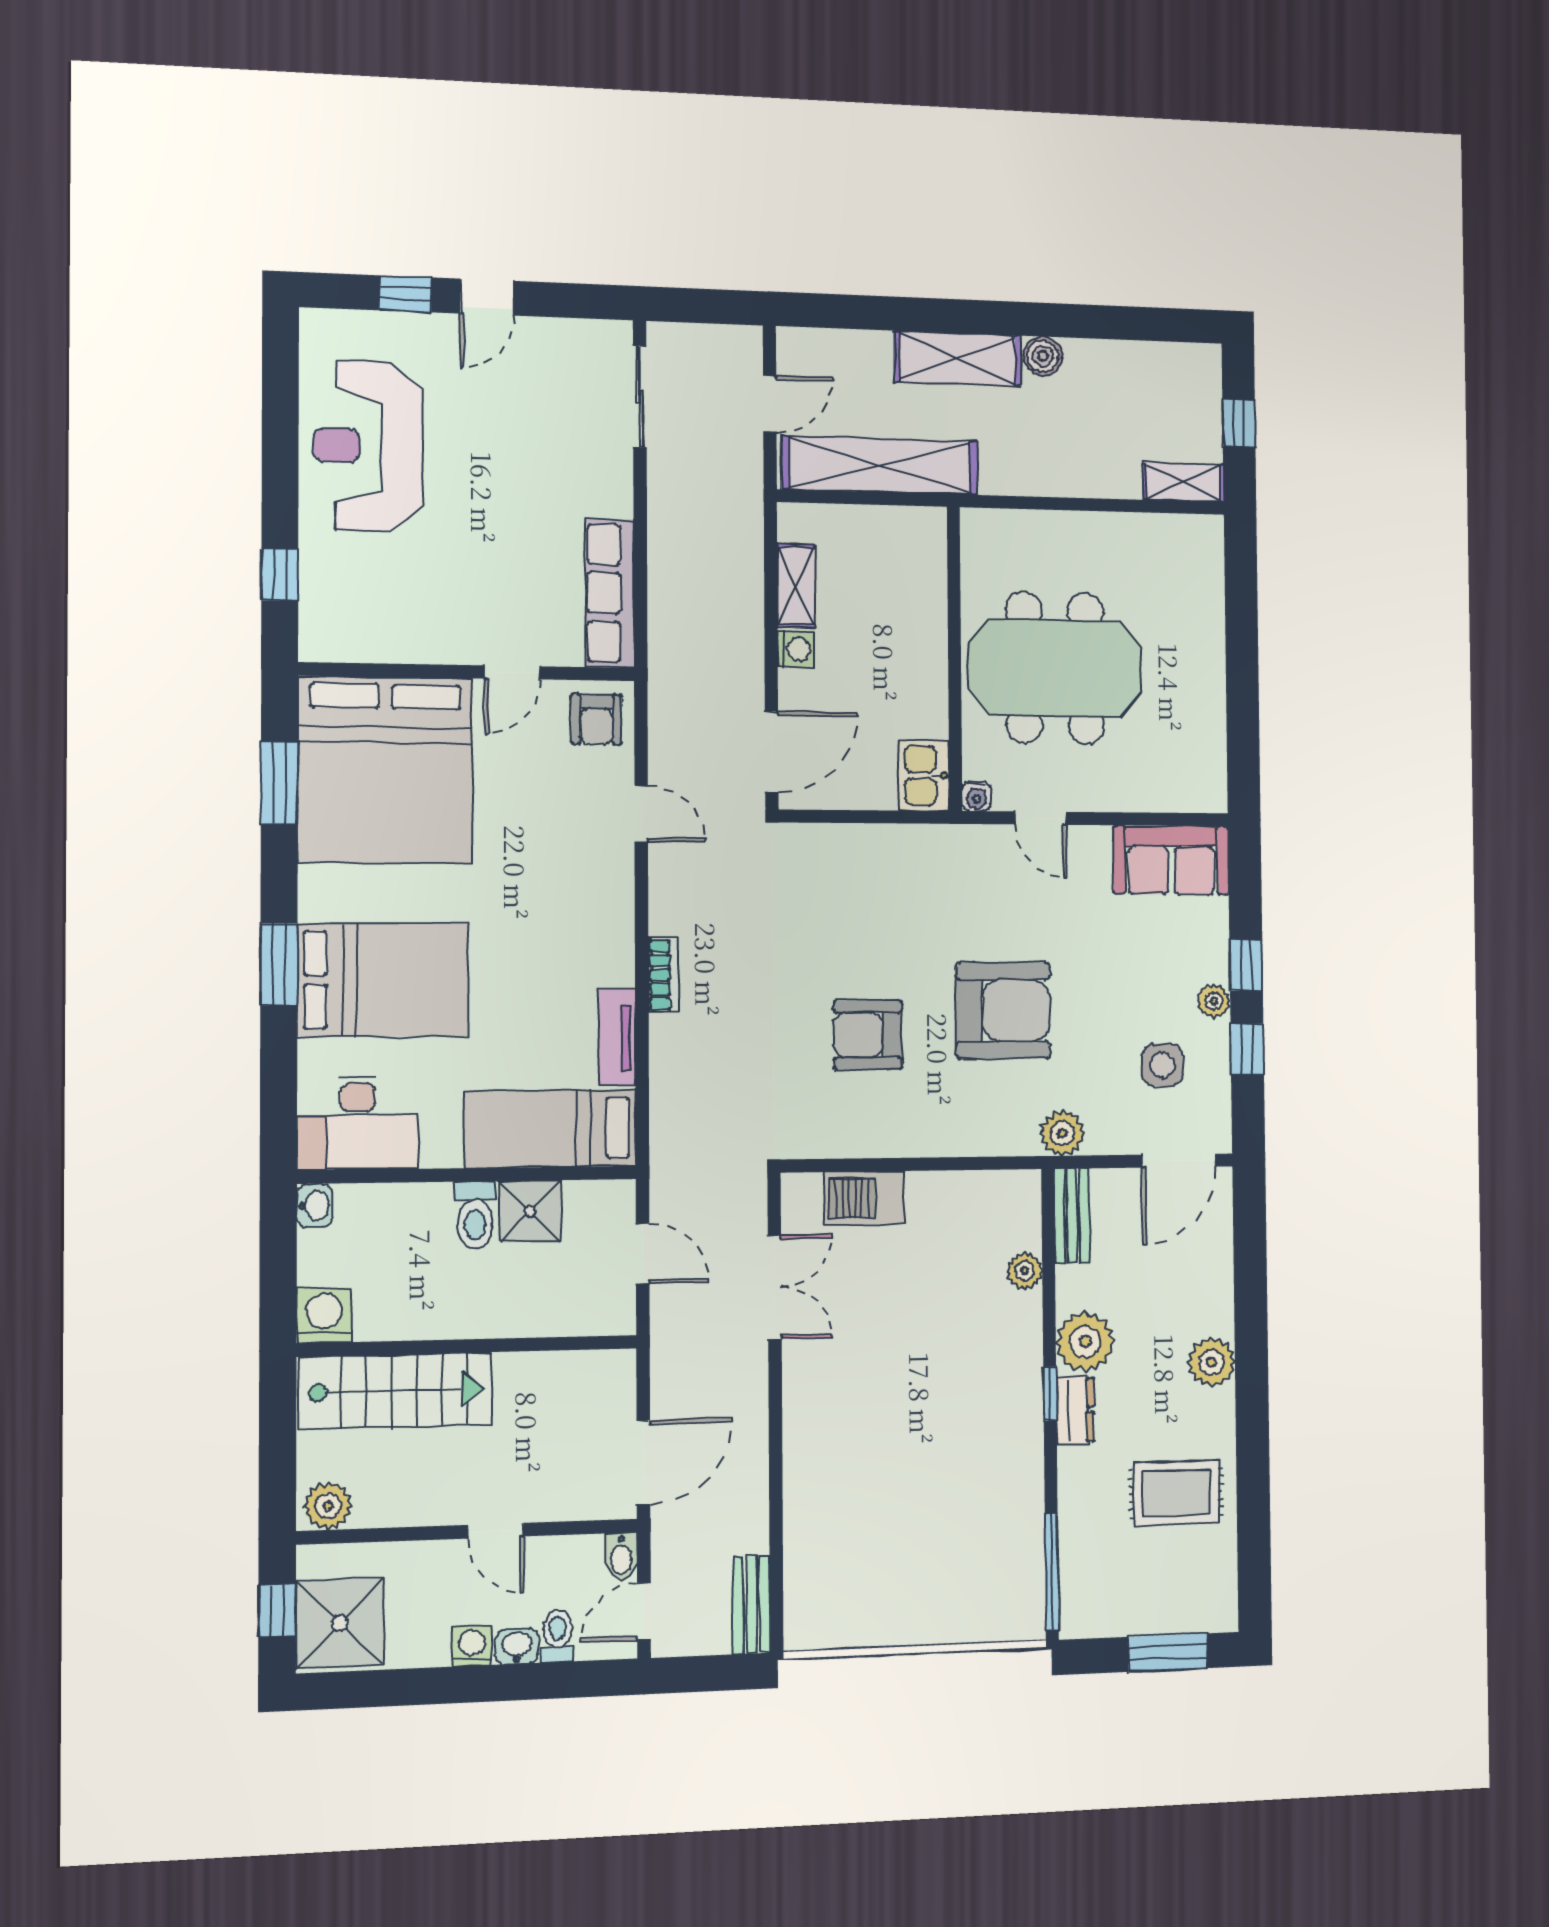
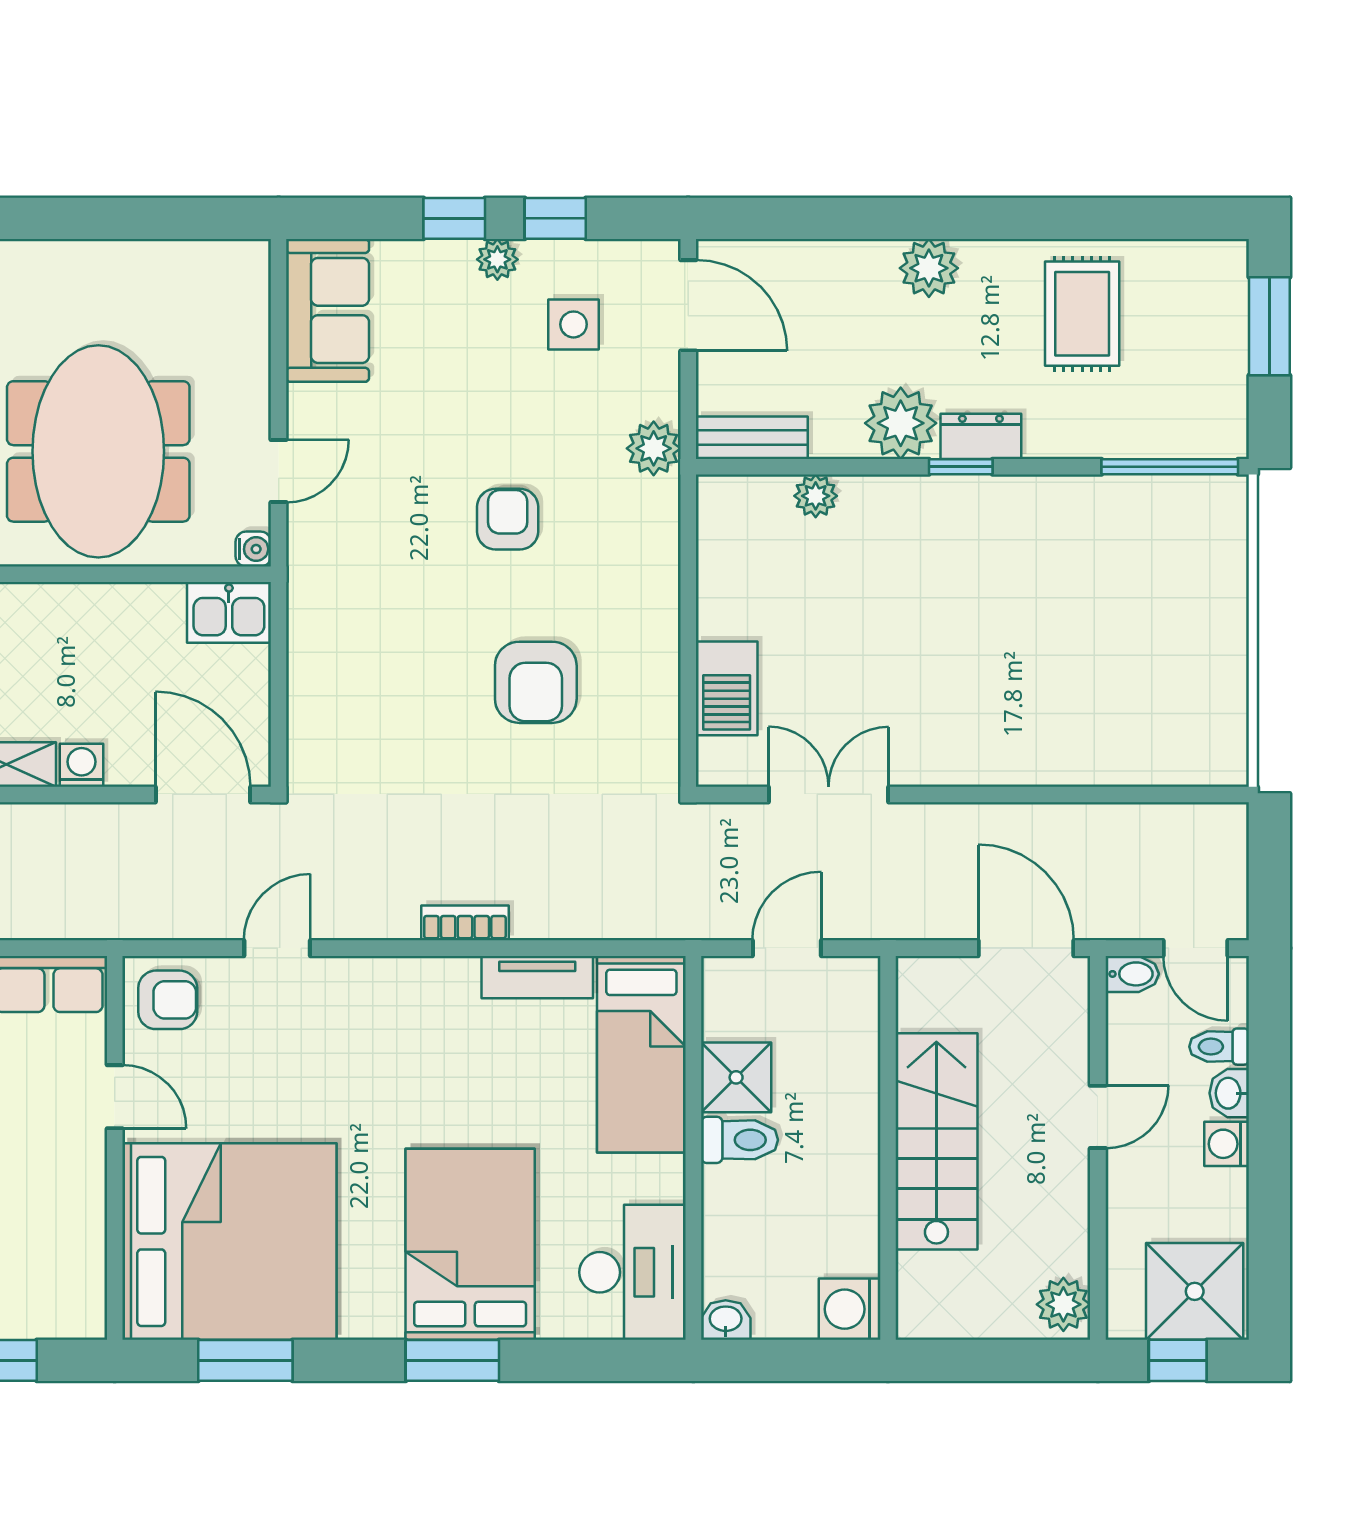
armchair: (1003, 1010) -> (508, 519), width x0.53, depth x0.53
stairs: (396, 1391) -> (936, 1141), moved
bench: (752, 1605) -> (1193, 823), removed

